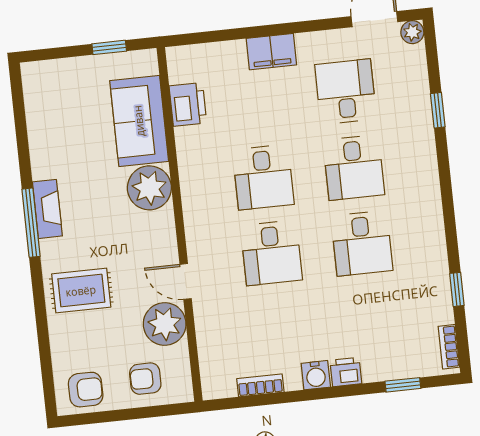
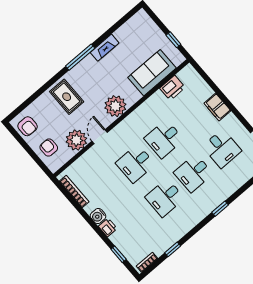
desk: (346, 92) -> (222, 149), turned 90
window: (438, 110) -> (220, 209), moved
plant: (149, 188) -> (115, 106), moved
fireplace: (47, 209) -> (105, 48), moved
bookcase: (260, 385) -> (74, 191), width x1.56

